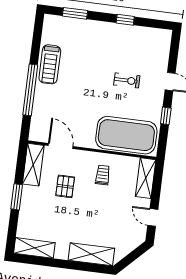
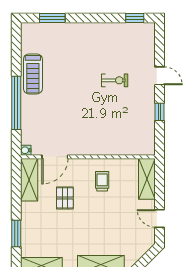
window: (125, 20) -> (135, 18), moved
exercise mat: (126, 135) -> (121, 137), removed
water cooler: (34, 136) -> (26, 150), added
door: (61, 146) -> (55, 157), swing flipped
window: (17, 197) -> (16, 233), moved

